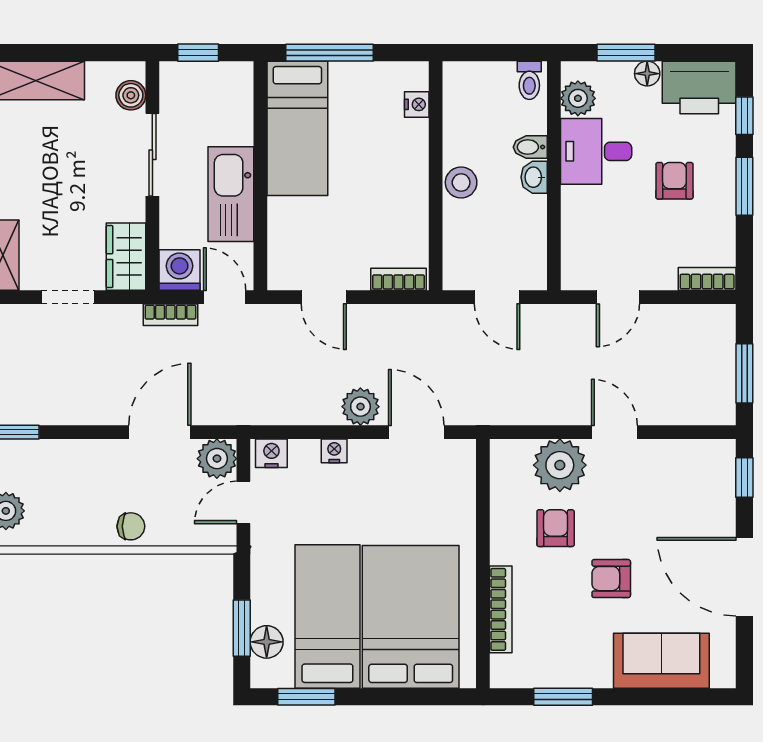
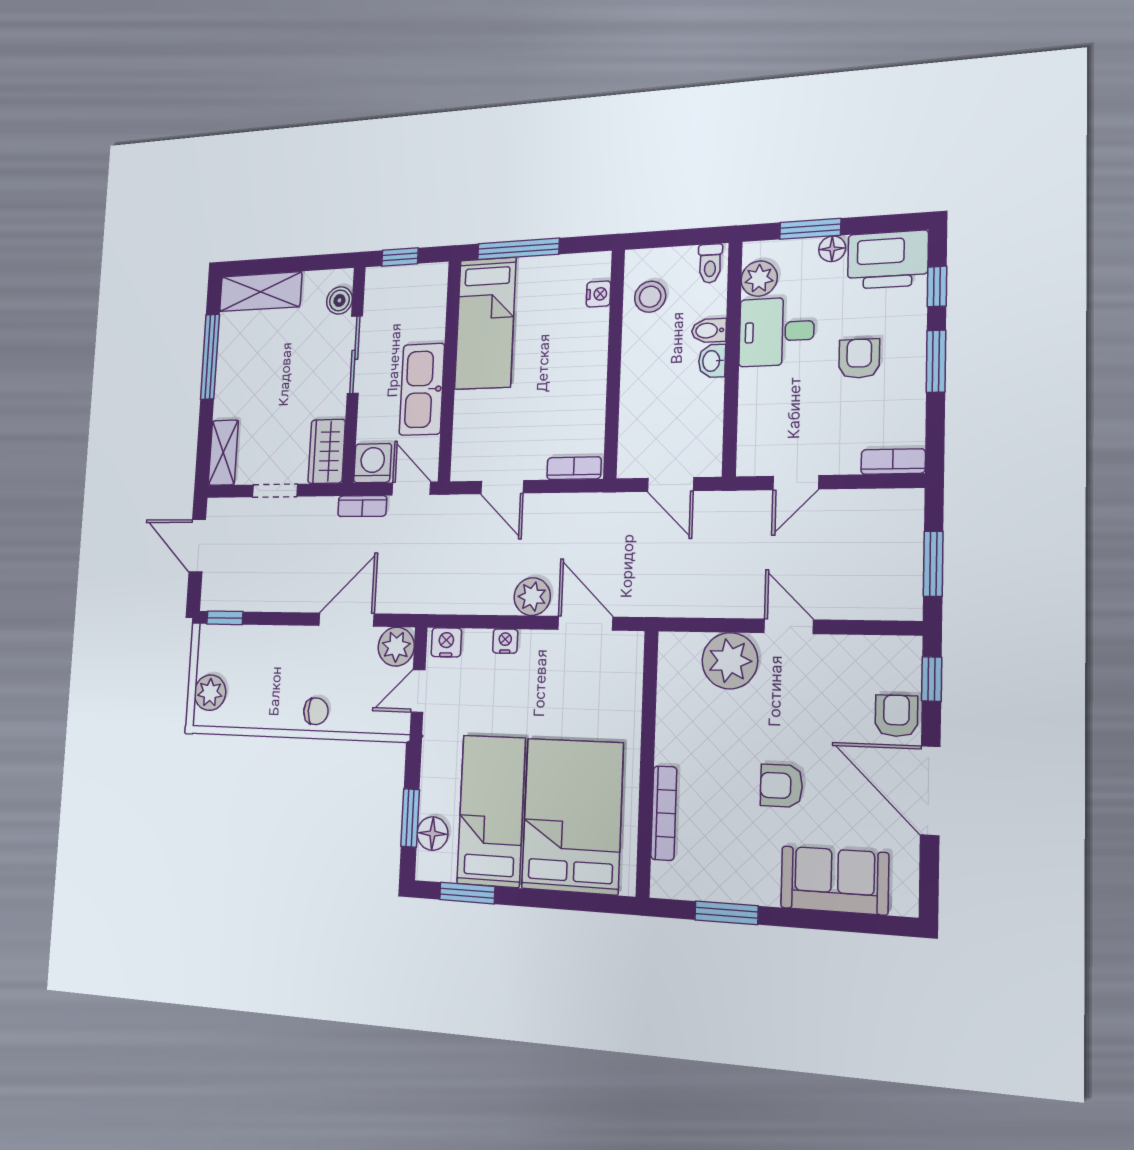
stool: (461, 182) -> (650, 297), moved
armchair: (556, 528) -> (896, 716), moved

